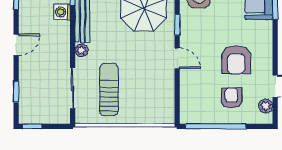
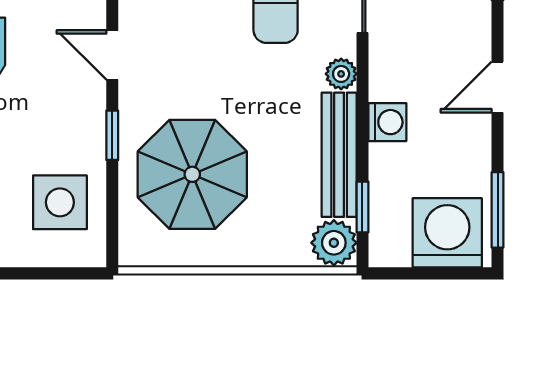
washing machine: (62, 12) -> (387, 122), moved

